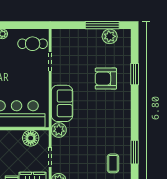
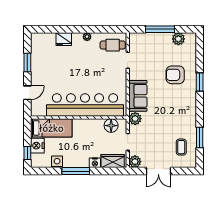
window: (102, 25) -> (160, 29), moved
window: (135, 74) -> (200, 82), moved

